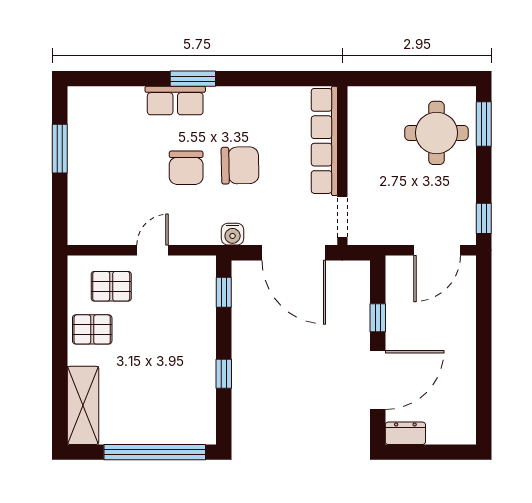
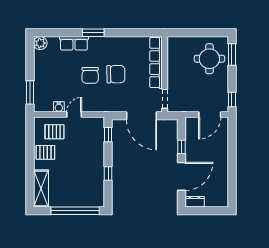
plant: (81, 100) -> (40, 43), added
row of seats: (175, 101) -> (74, 43), moved
window: (60, 149) -> (30, 92), moved
water cooler: (233, 234) -> (59, 107), moved

